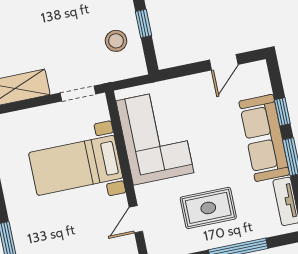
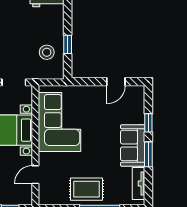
sofa: (264, 138) -> (133, 145), width x0.73
rug: (208, 208) -> (87, 189), moved

